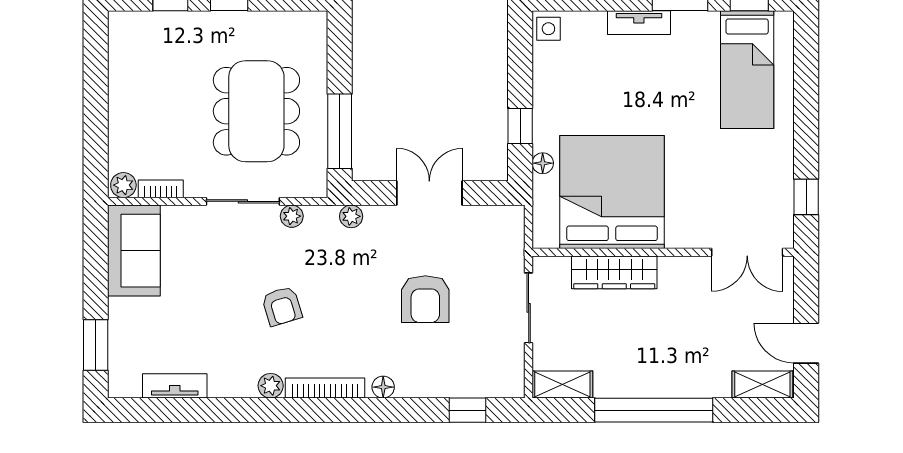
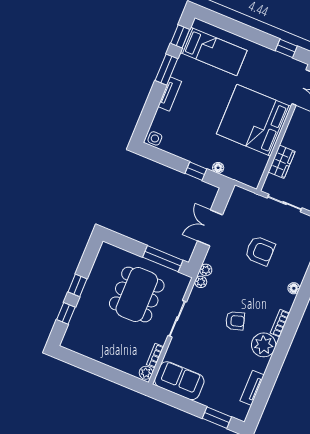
dining table: (256, 111) -> (137, 294), turned 90
bed: (612, 192) -> (254, 120), moved
plant: (292, 216) -> (201, 282), moved
wardrobe: (614, 272) -> (282, 162), width x0.67
plant: (271, 386) -> (264, 345), width x1.88, depth x1.88
bookcase: (325, 388) -> (280, 323), width x0.64

